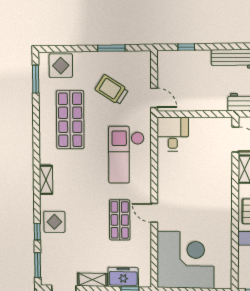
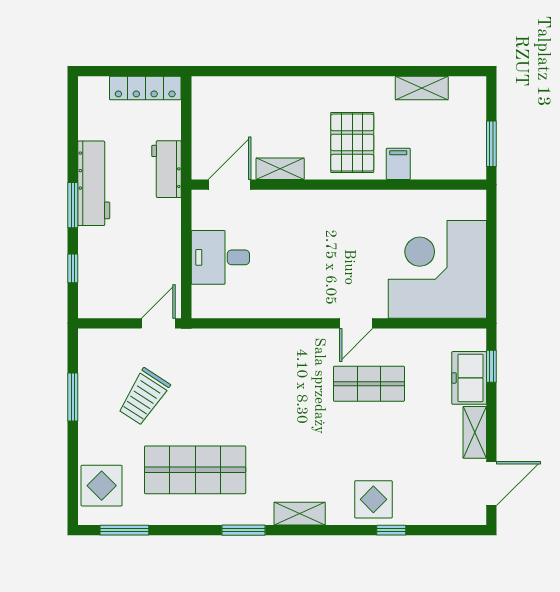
window: (224, 47) -> (73, 205), added
desk: (173, 134) -> (220, 257), moved
checkout: (126, 155) -> (256, 372), removed
window: (38, 265) -> (244, 530), moved

